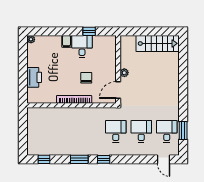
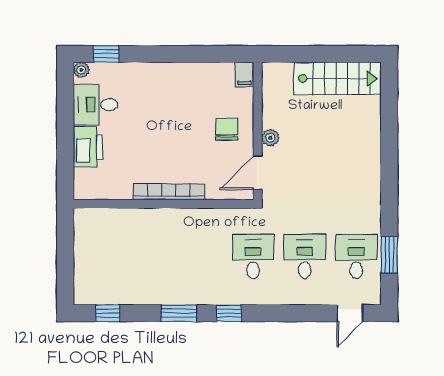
window: (89, 31) -> (106, 54), moved
filing cabinet: (66, 41) -> (244, 74), moved
desk: (82, 46) -> (95, 105), moved, turned -90
chair: (86, 78) -> (227, 129), moved
door: (164, 159) -> (350, 313), hinge flipped

